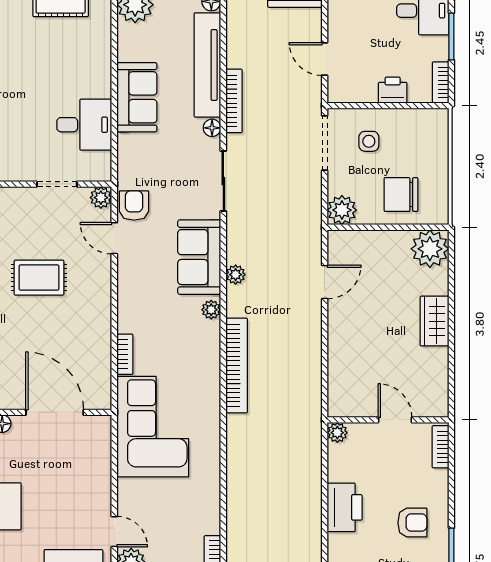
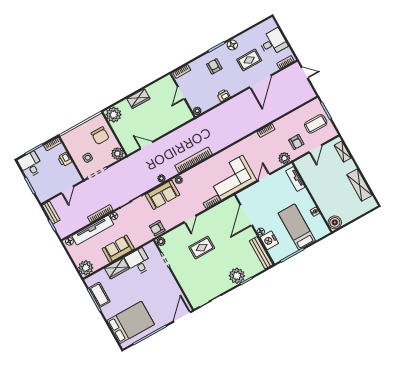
wardrobe: (96, 71) -> (117, 268), added
door: (114, 238) -> (190, 219), moved
rug: (39, 278) -> (202, 248), turned 90
printer: (345, 507) -> (223, 95), width x0.53, depth x0.68
door: (114, 532) -> (264, 177), moved

